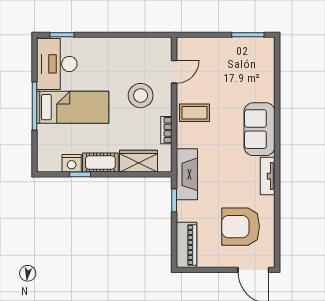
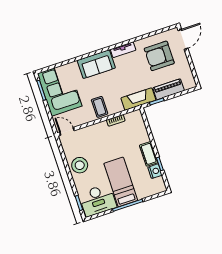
corner sofa: (239, 62) -> (60, 90), added
door: (174, 72) -> (67, 131), moved
stool: (141, 96) -> (80, 165), moved
wardrobe: (138, 161) -> (140, 131), removed
armchair: (241, 227) -> (159, 56), turned 90
piano: (187, 245) -> (169, 89), moved

